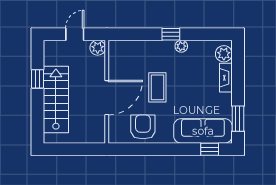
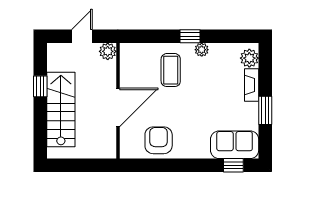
coffee table: (157, 87) -> (171, 70), moved
window: (238, 119) -> (265, 110), moved
sofa: (203, 131) -> (235, 145), width x0.73

